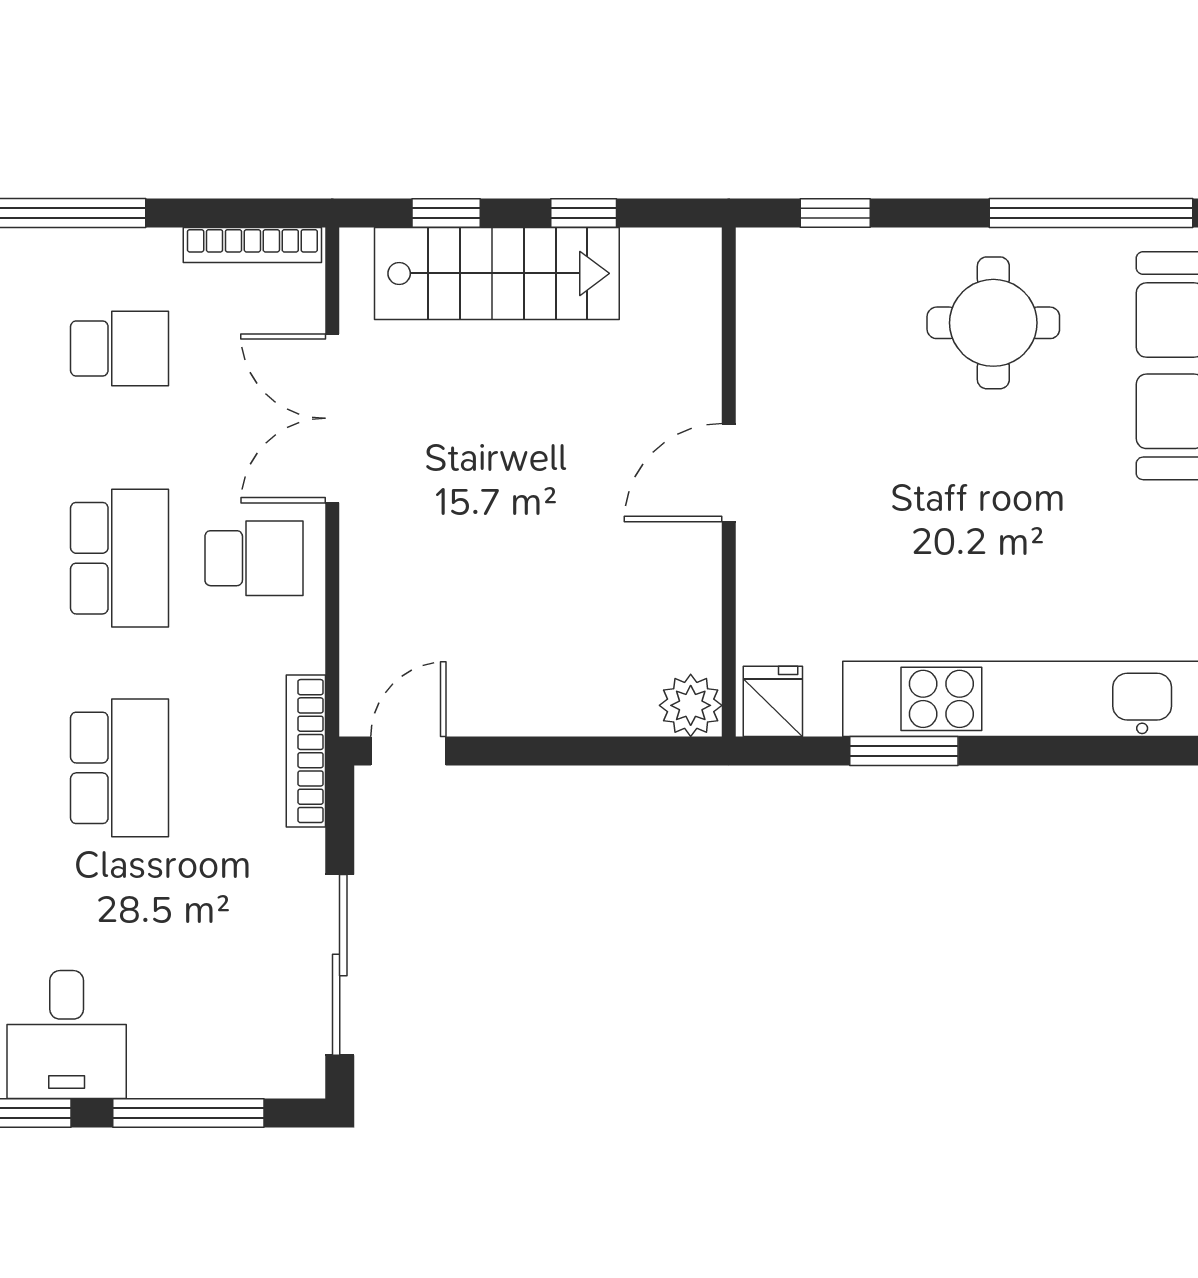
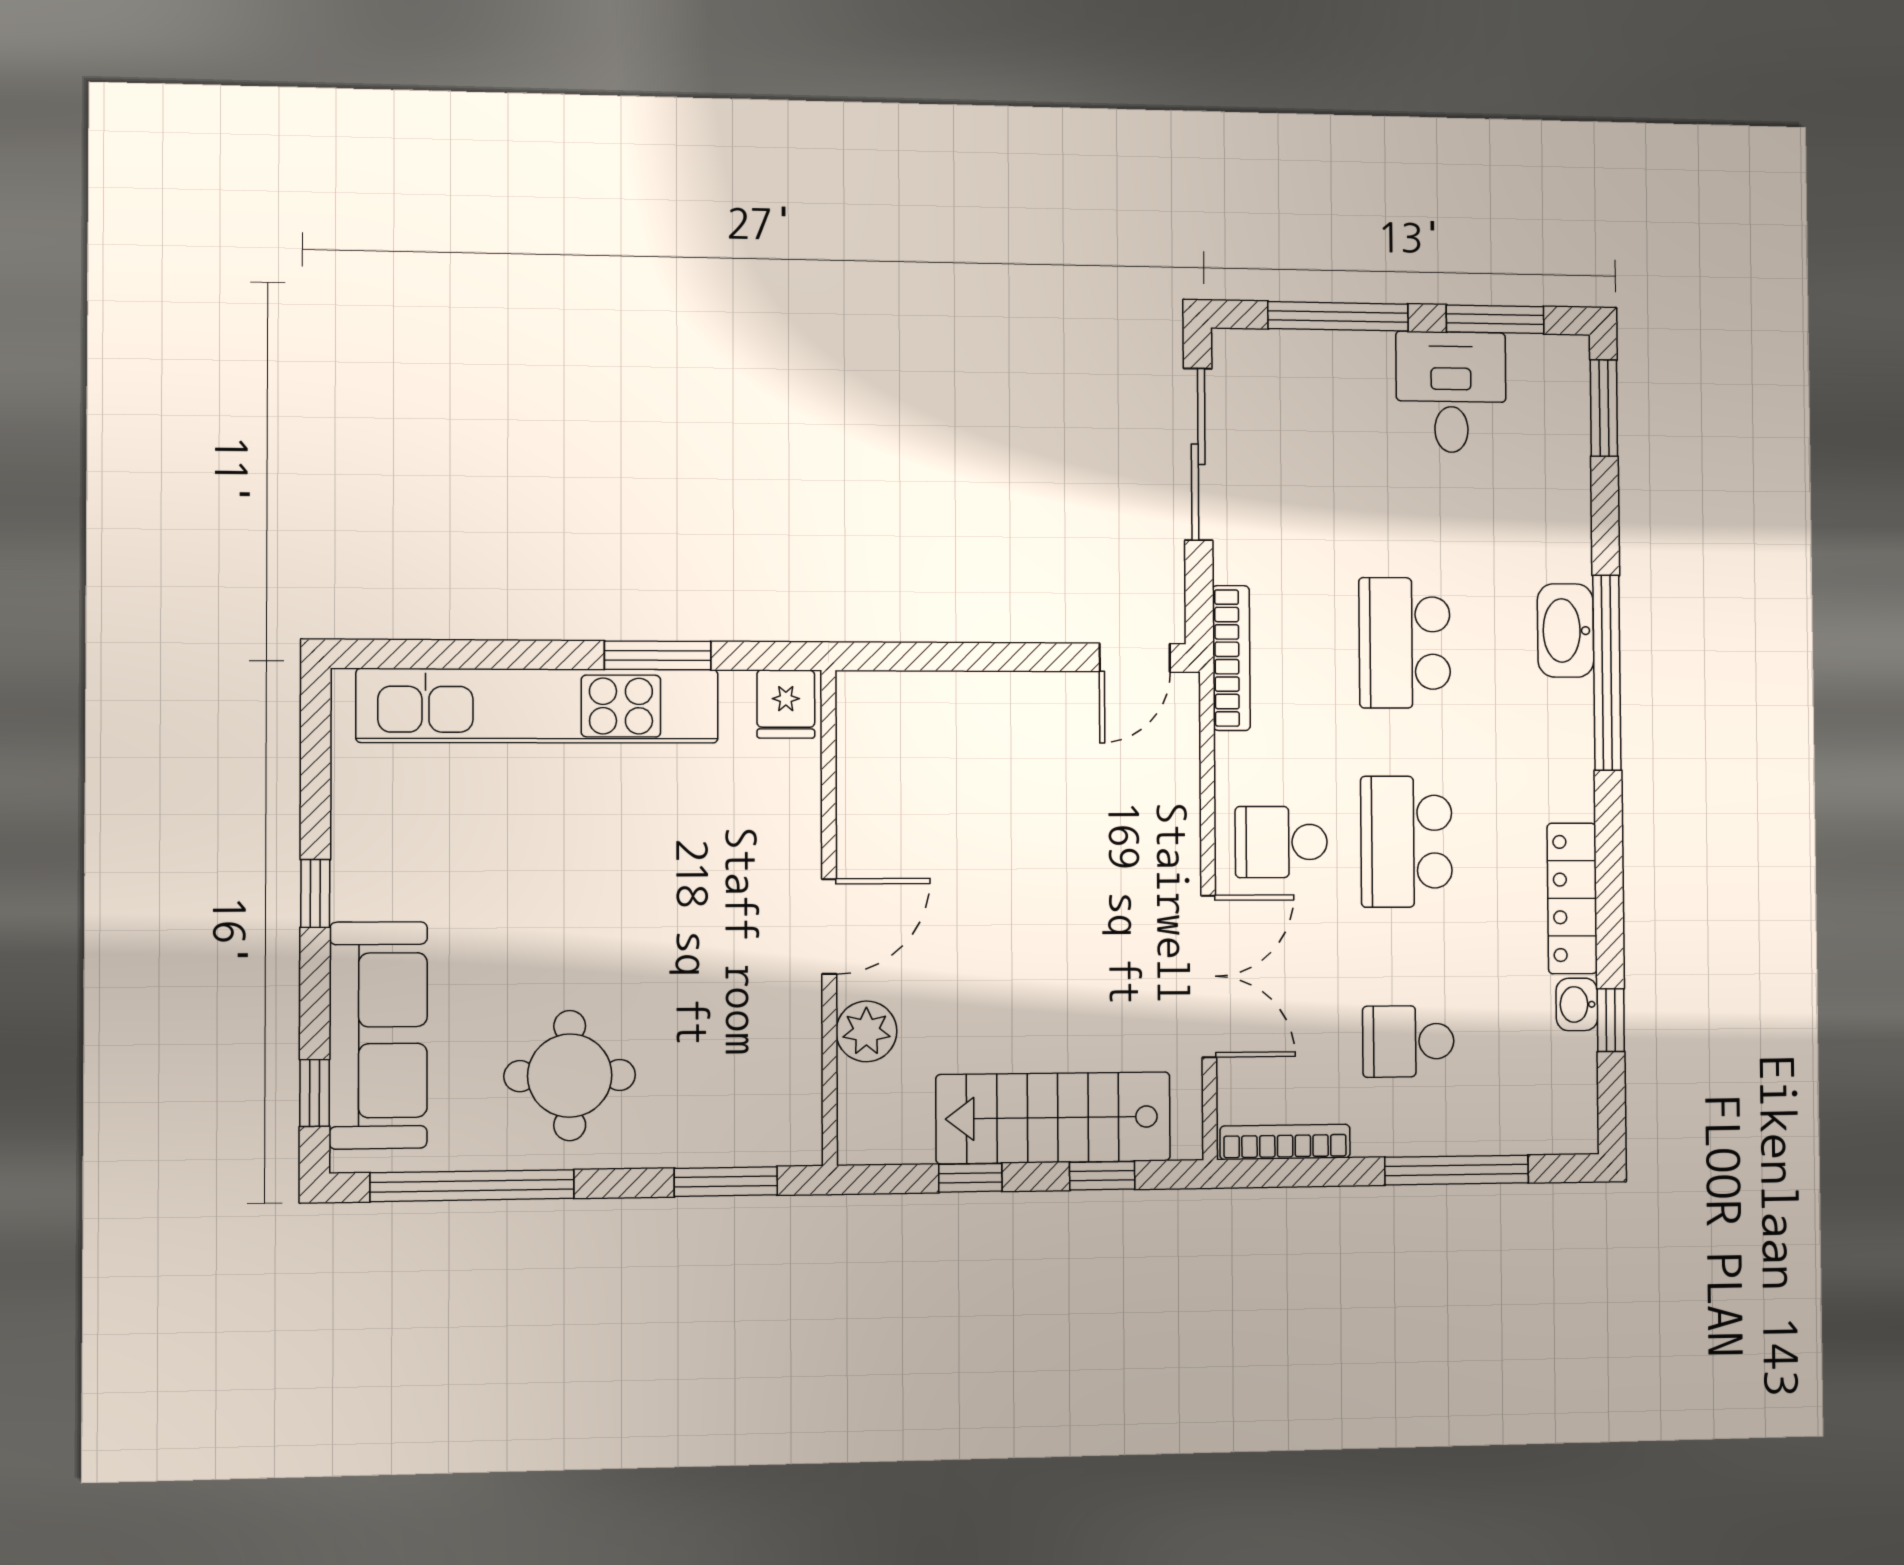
window: (835, 213) -> (726, 1182), width x1.50
plant: (691, 705) -> (866, 1031), moved

